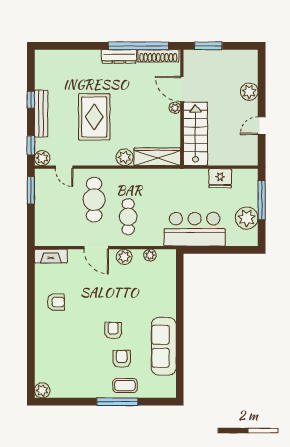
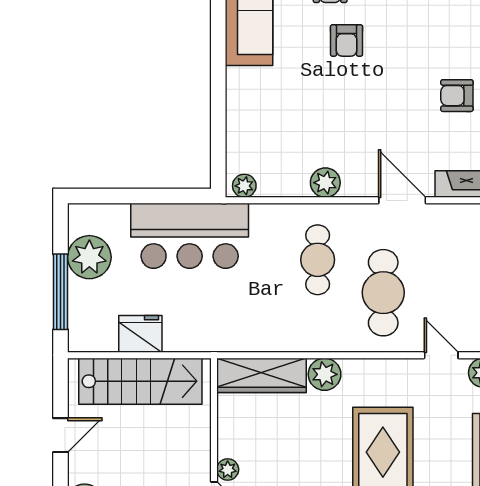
stairs: (195, 134) -> (140, 381), moved, turned -90
door: (96, 248) -> (402, 200), moved
plant: (150, 255) -> (244, 186), moved

